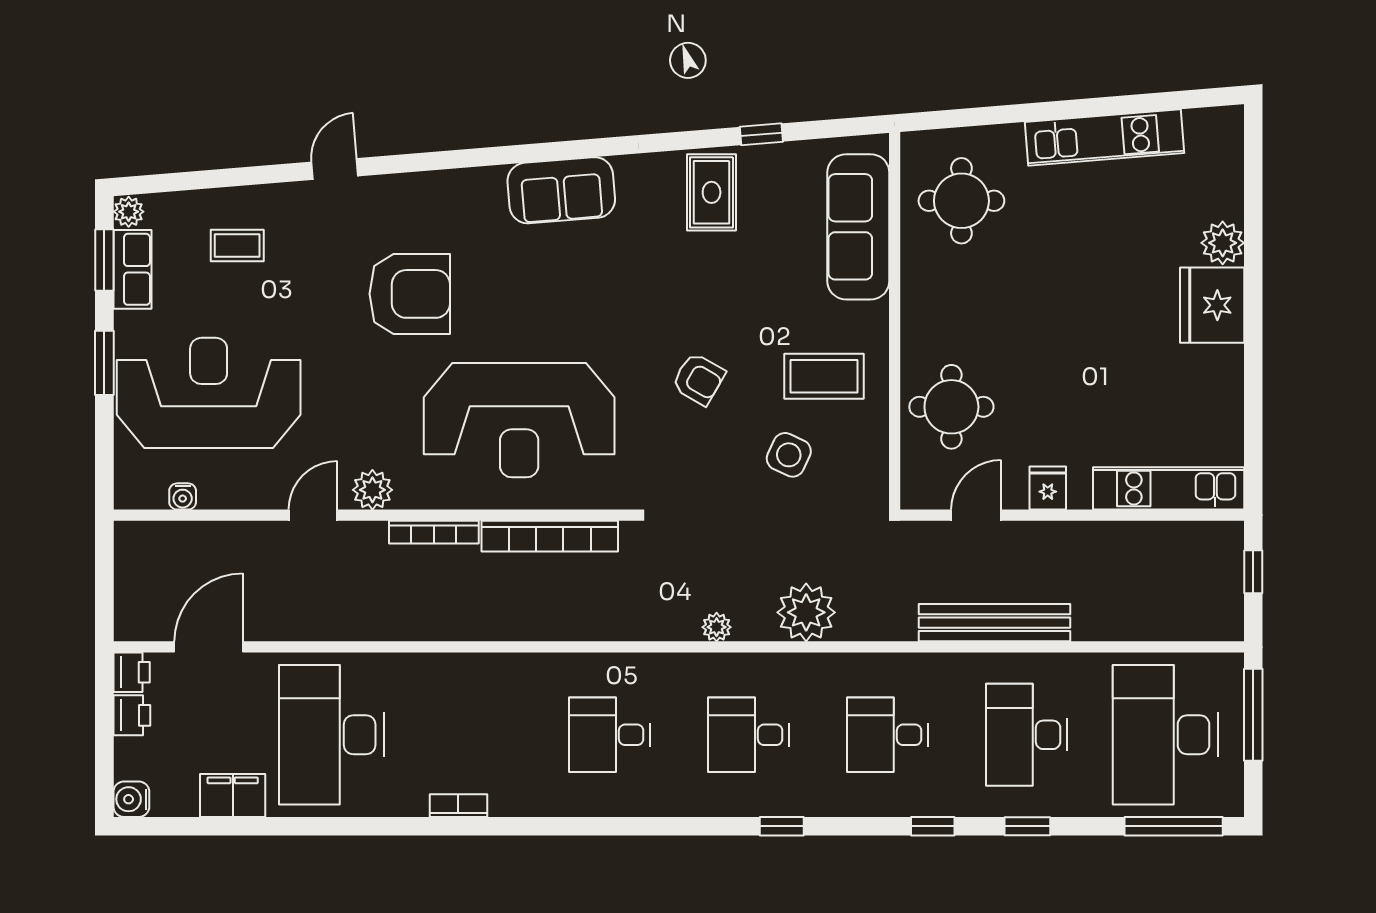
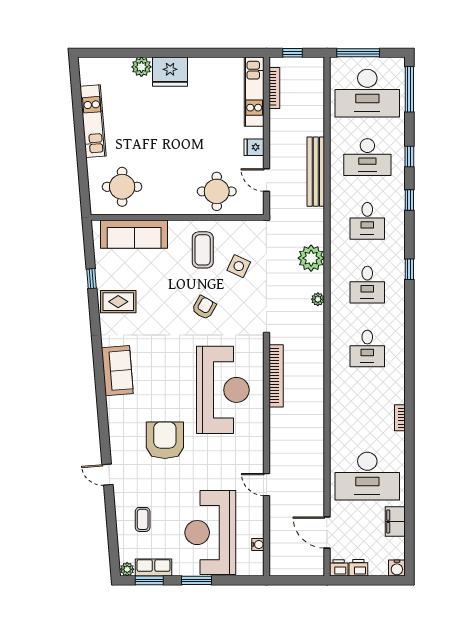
plant: (372, 490) -> (255, 457), removed
bookcase: (434, 532) -> (274, 88), moved

